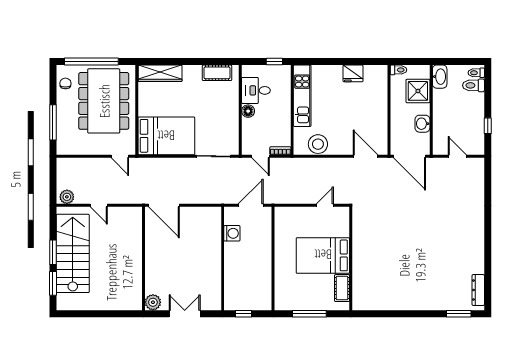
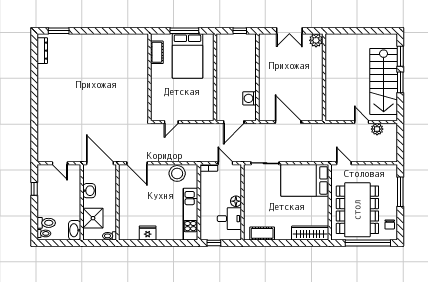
plant: (67, 197) -> (377, 129), moved
door: (164, 205) -> (288, 122), moved
bed: (323, 255) -> (187, 56), moved, turned 90

